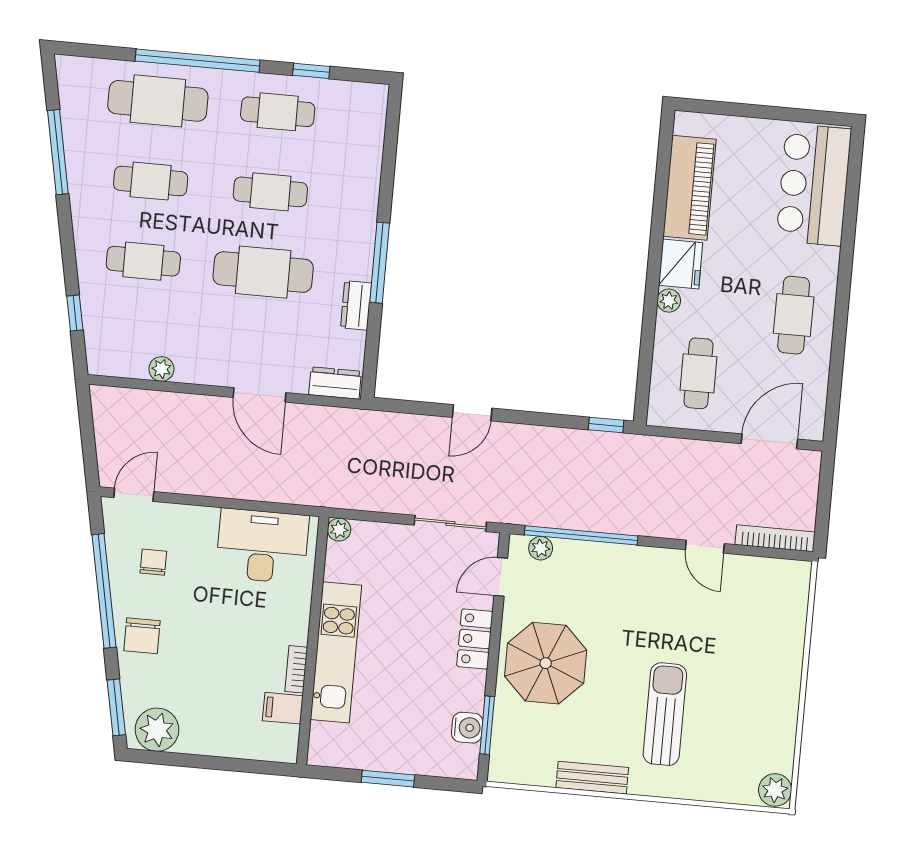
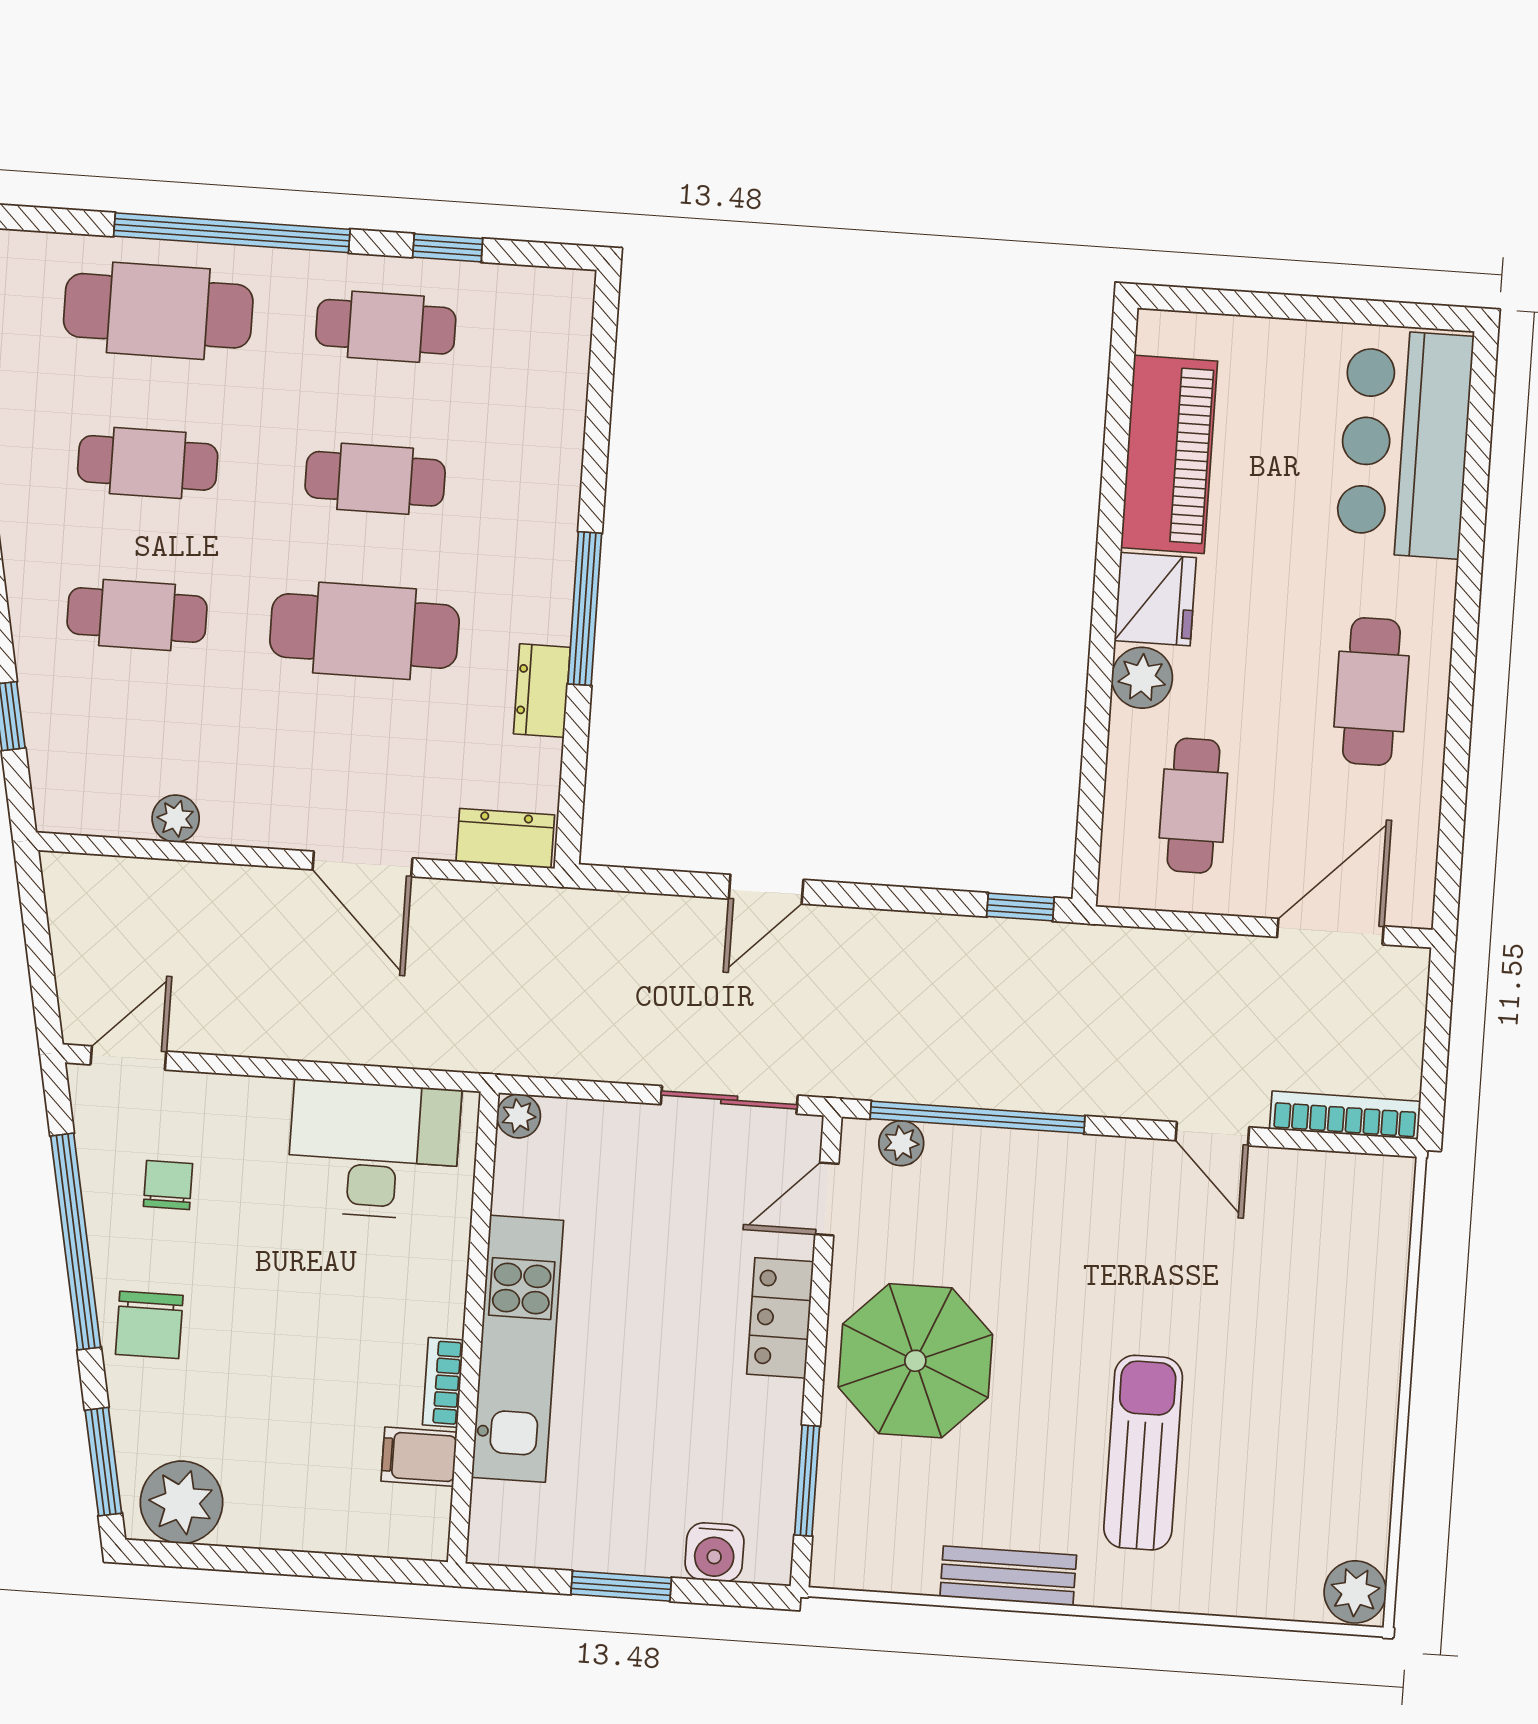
plant: (669, 301) -> (1142, 678), width x1.38, depth x1.38
water cooler: (467, 728) -> (714, 1552), moved, turned 90

